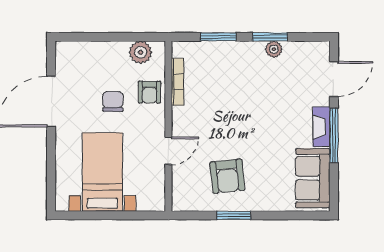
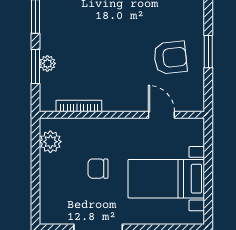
plant: (274, 49) -> (47, 63), moved
armchair: (149, 92) -> (89, 133), removed
door: (168, 151) -> (161, 115), moved

